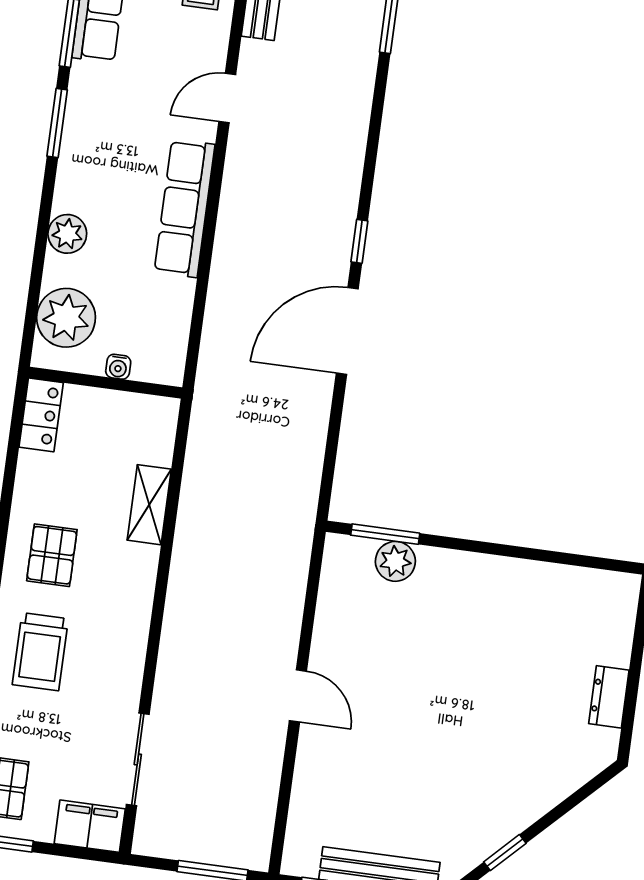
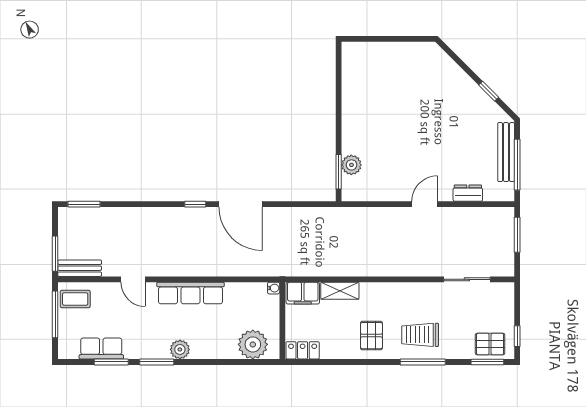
plant: (67, 234) -> (180, 349), moved
water cooler: (118, 367) -> (274, 288), moved
pallet: (52, 555) -> (371, 336), turned 90
trolley: (40, 652) -> (420, 335), turned 180
dresser: (609, 697) -> (468, 193), moved, turned 180
filing cabinet: (90, 826) -> (303, 293), moved, turned -90

